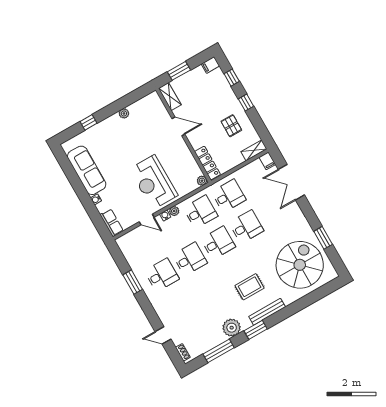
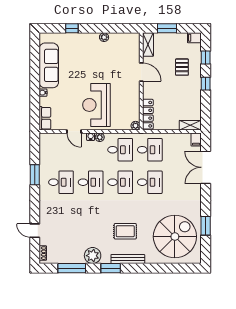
pallet: (231, 126) -> (182, 67), moved

